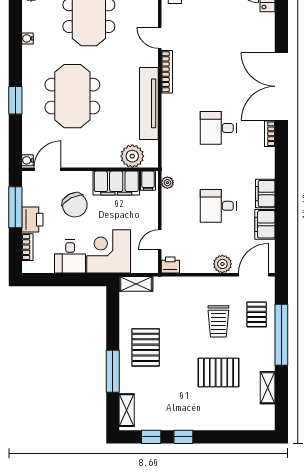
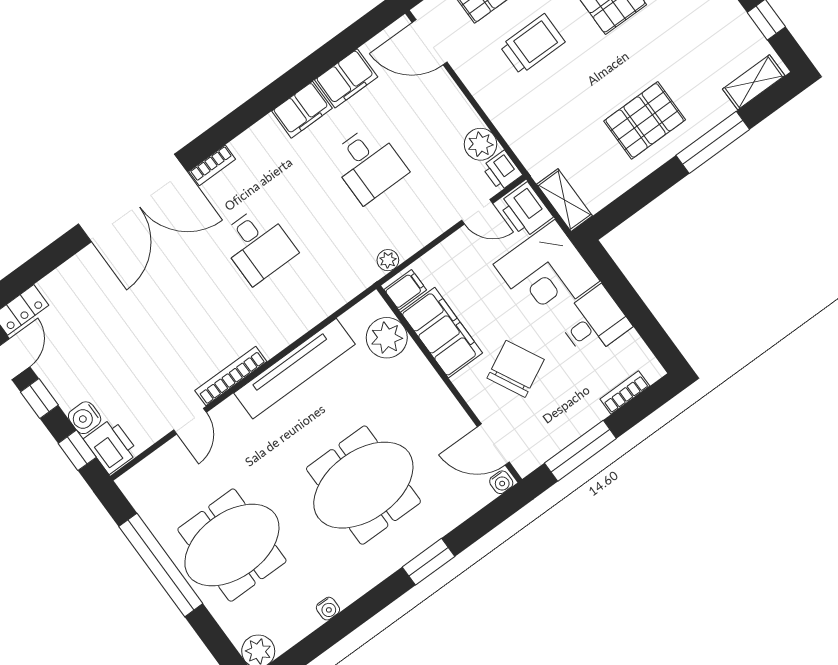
printer: (32, 220) -> (526, 210), moved, turned -90
plant: (222, 264) -> (480, 144), moved

